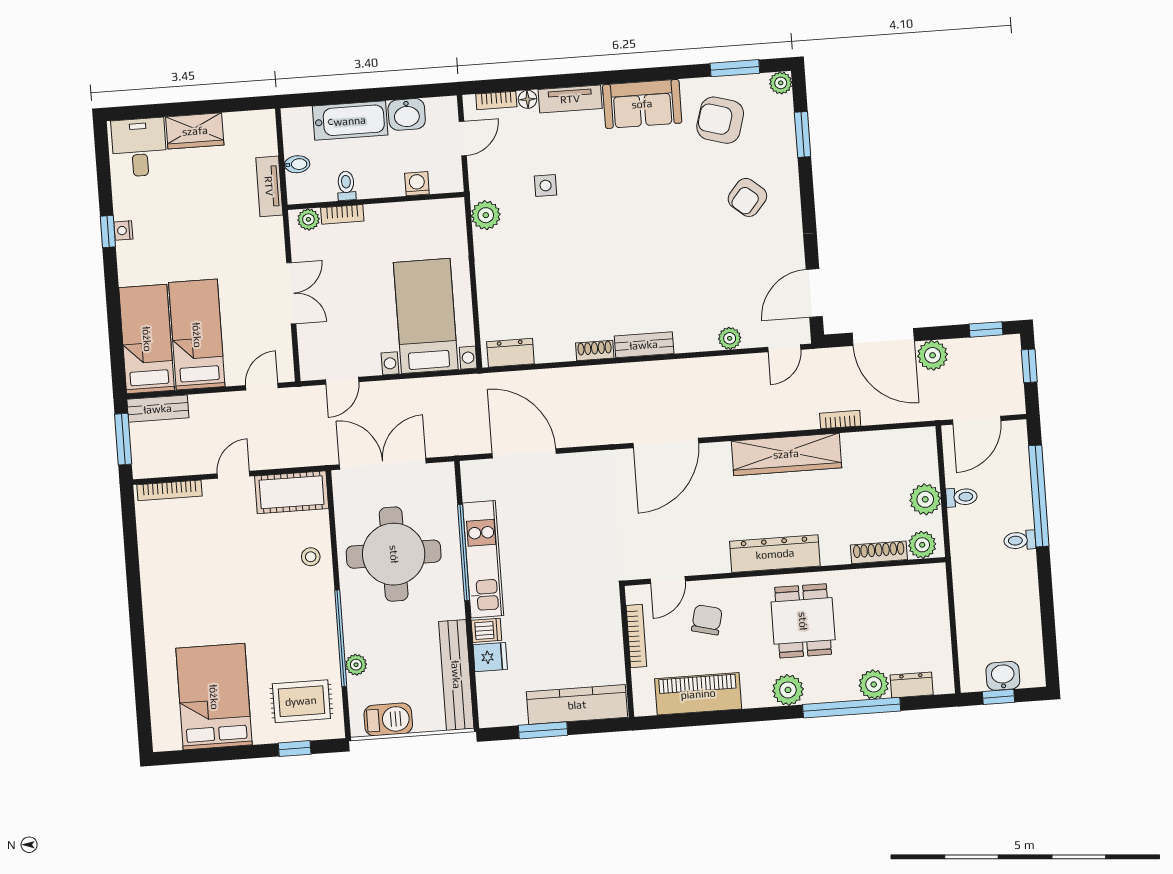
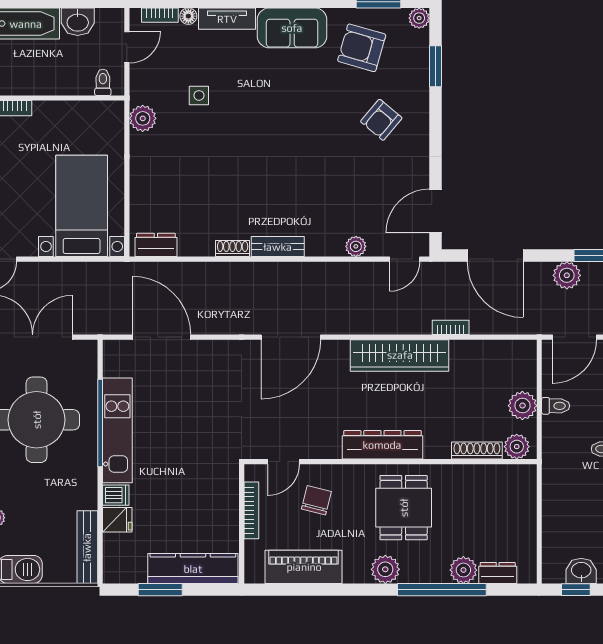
washing machine: (417, 184) -> (82, 85), removed
toilet: (346, 186) -> (103, 82), moved
plant: (933, 355) -> (567, 275), moved
bench: (456, 675) -> (87, 547), width x0.73, depth x0.82

